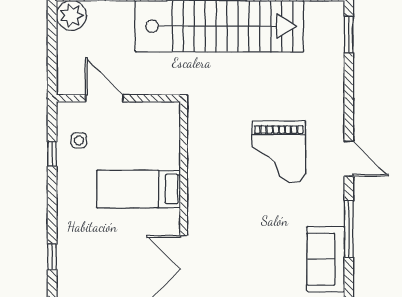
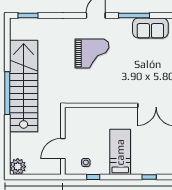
bed: (139, 189) -> (120, 152), moved, turned 180

